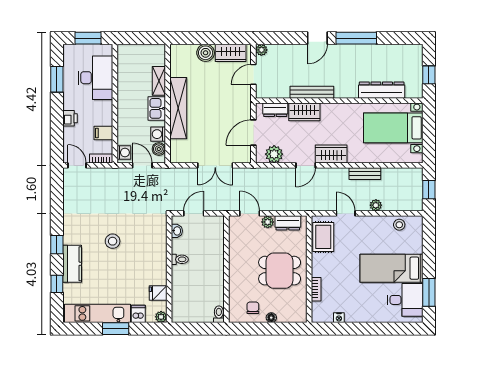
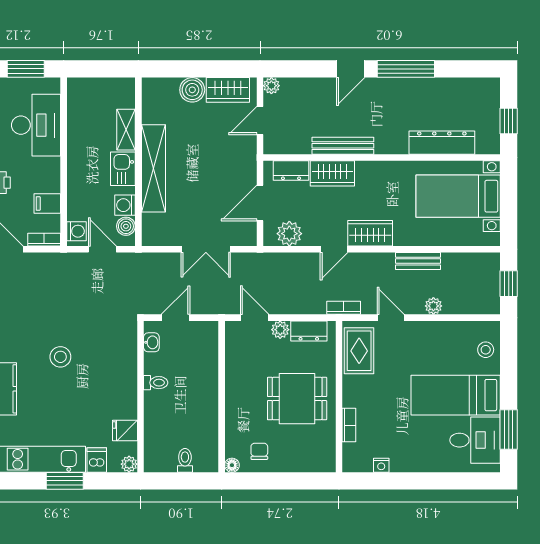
bookcase: (312, 207) -> (344, 308), added
stool: (399, 225) -> (486, 350), moved
toilet: (219, 314) -> (185, 460), moved
floor lamp: (271, 318) -> (232, 465), moved

